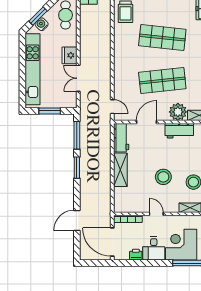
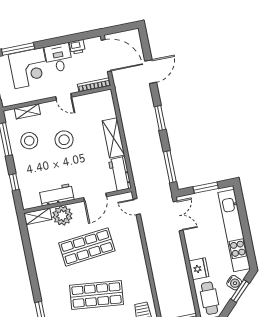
fridge: (70, 55) -> (199, 269), moved
double door: (78, 78) -> (178, 216), moved
window: (77, 168) -> (160, 118), moved

